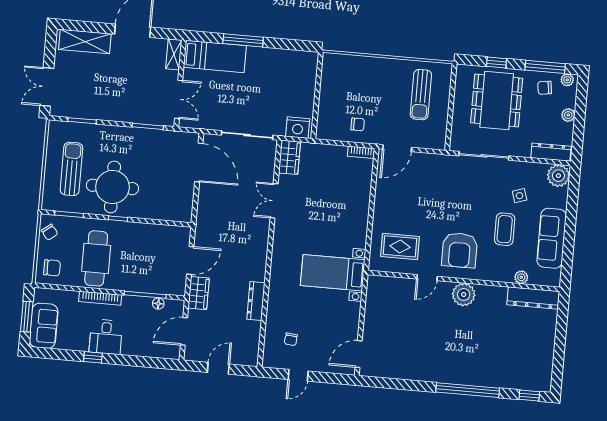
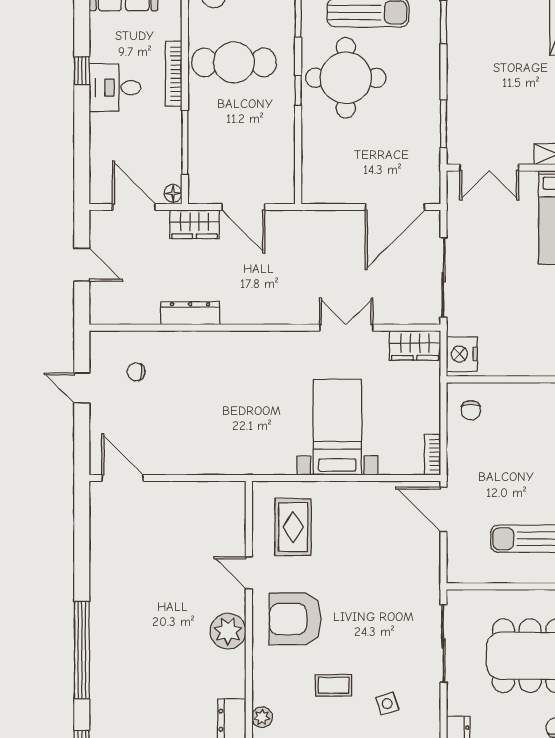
chair: (358, 124) -> (471, 410), moved
coffee table: (505, 229) -> (334, 685), width x0.73, depth x0.77
bed with nightstands: (333, 273) -> (337, 427), moved
floor lamp: (158, 304) -> (173, 193), moved

